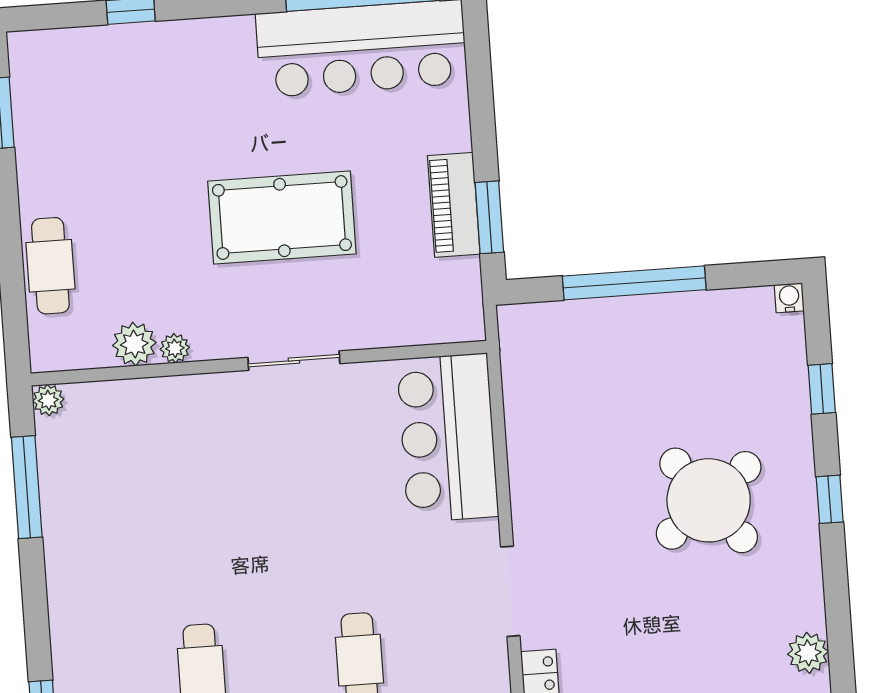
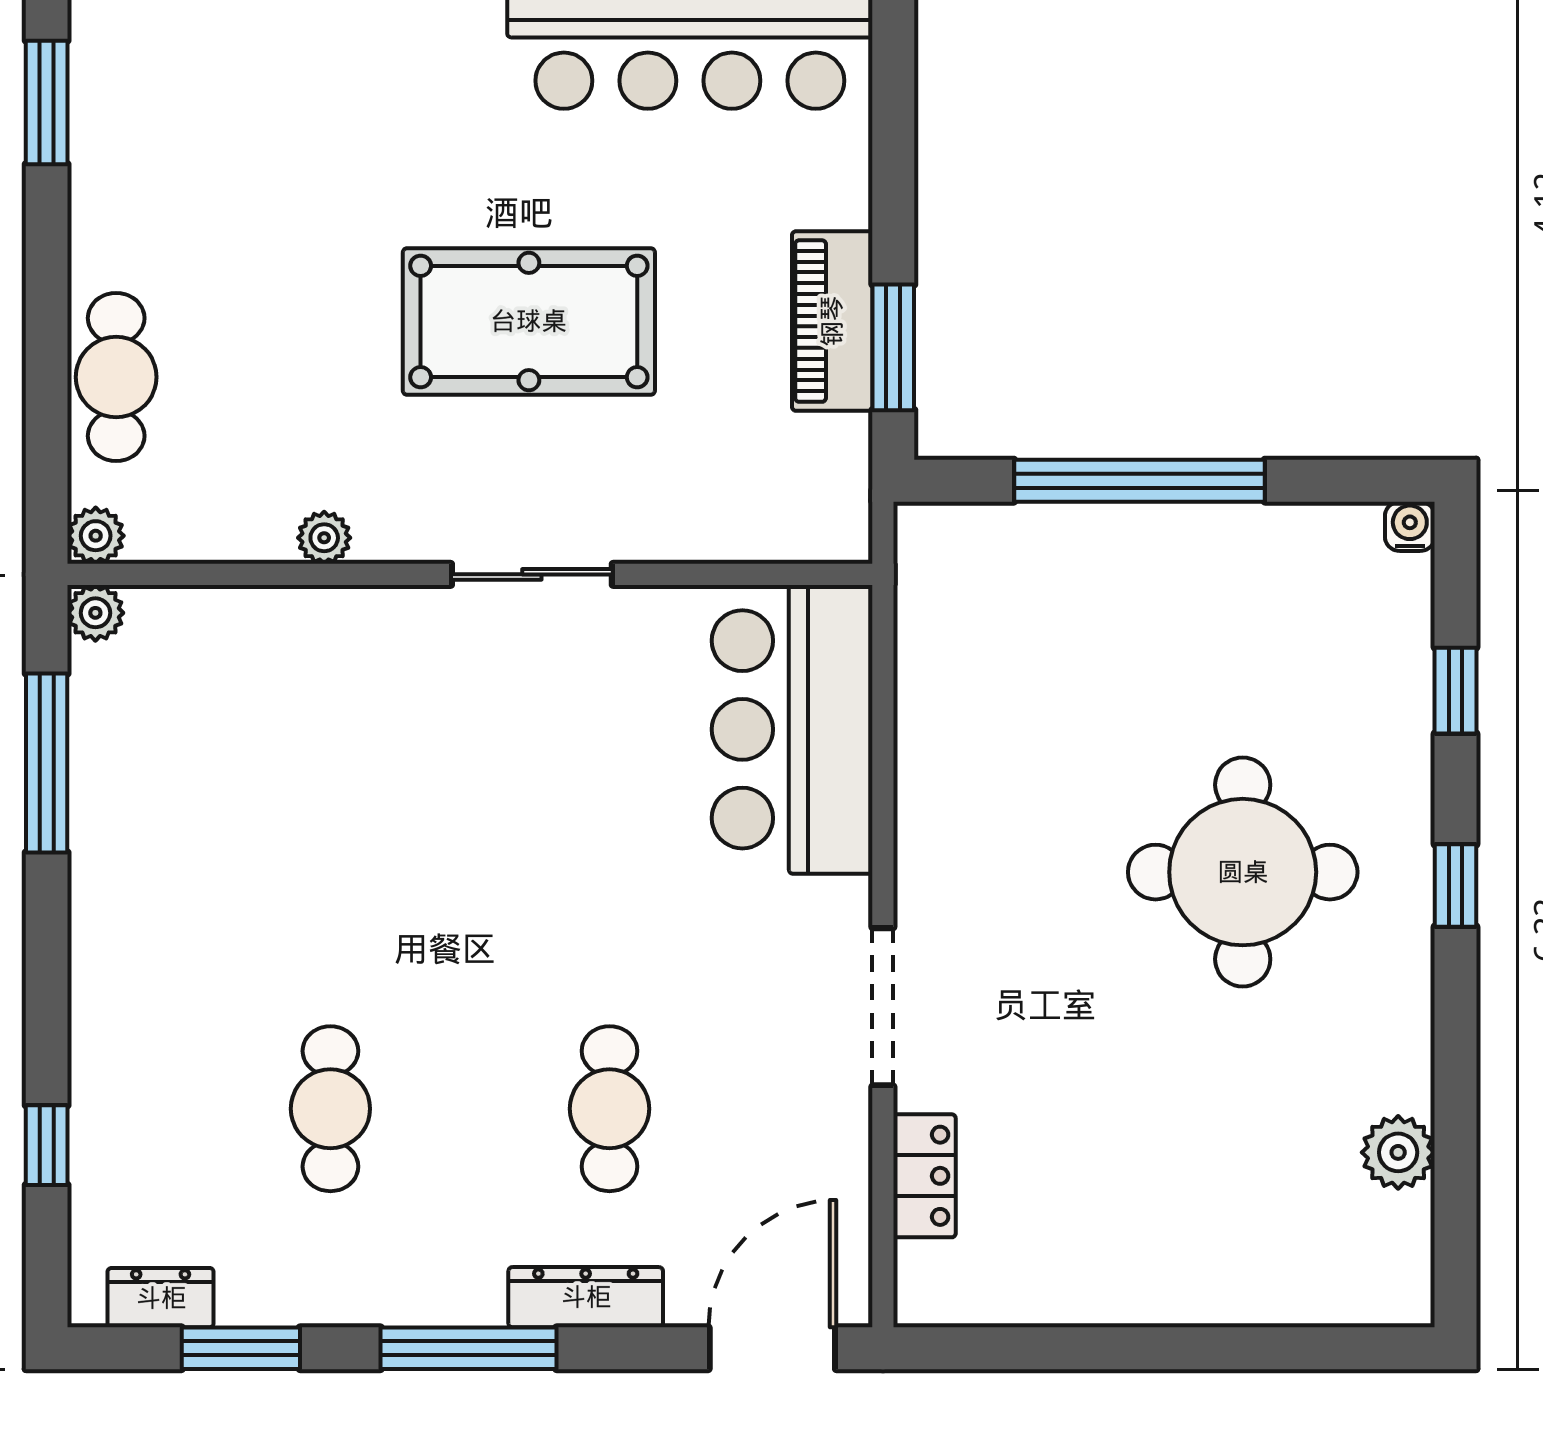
plant: (134, 344) -> (96, 536), moved, width x0.73, depth x0.73
round table: (709, 500) -> (1243, 872), turned 38

